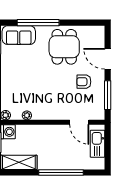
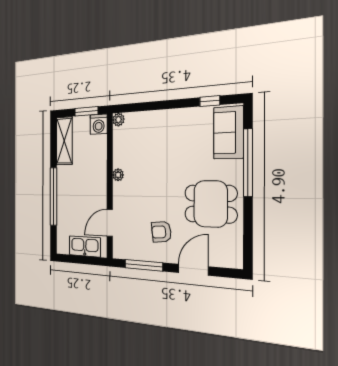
armchair: (84, 82) -> (161, 232), turned -96
plant: (27, 115) -> (118, 175), moved

